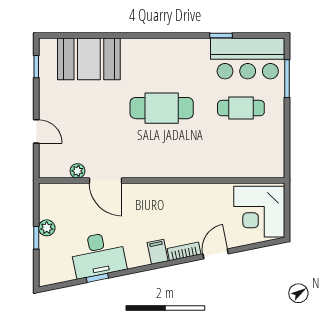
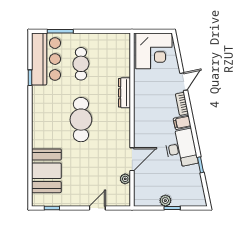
dresser: (200, 170) -> (124, 93), added
door: (216, 254) -> (184, 82), swing flipped
desk: (98, 255) -> (181, 148), moved

